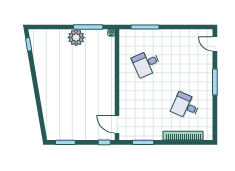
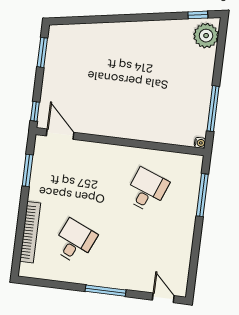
plant: (76, 37) -> (206, 36), moved
door: (215, 44) -> (163, 298), hinge flipped
desk: (146, 63) -> (147, 190), turned 45
door: (117, 124) -> (60, 134), hinge flipped

